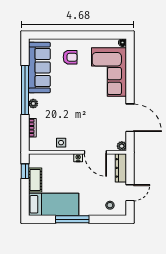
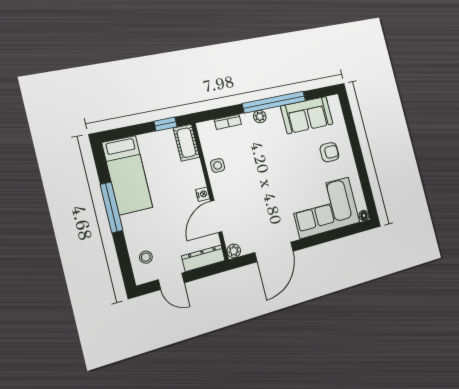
armchair: (70, 57) -> (329, 152), turned -90
sofa: (39, 67) -> (307, 115), width x0.73
cot: (35, 180) -> (186, 143), moved, turned 90

